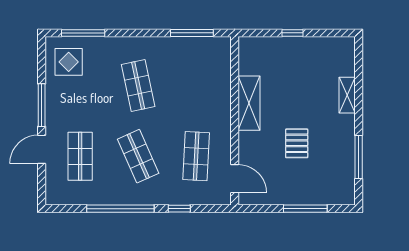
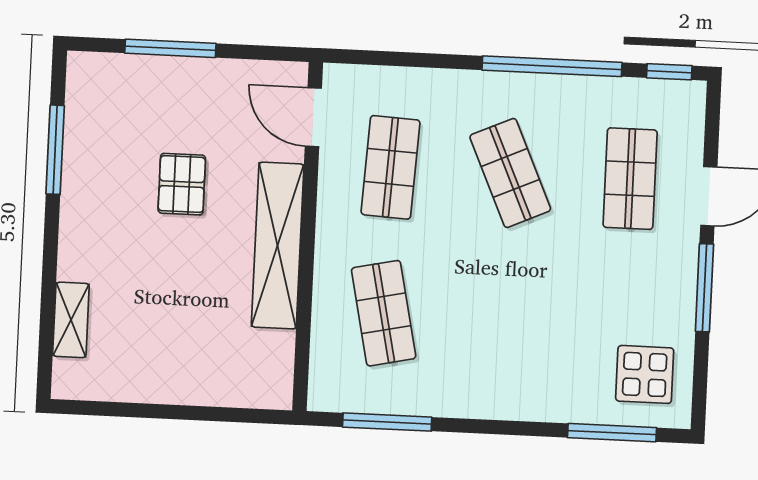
window: (293, 33) -> (179, 412), removed
shop shelf: (138, 85) -> (384, 313), moved
shelving: (347, 95) -> (71, 320), moved
shelving: (249, 103) -> (278, 246), width x1.47
window: (179, 209) -> (669, 72), moved

